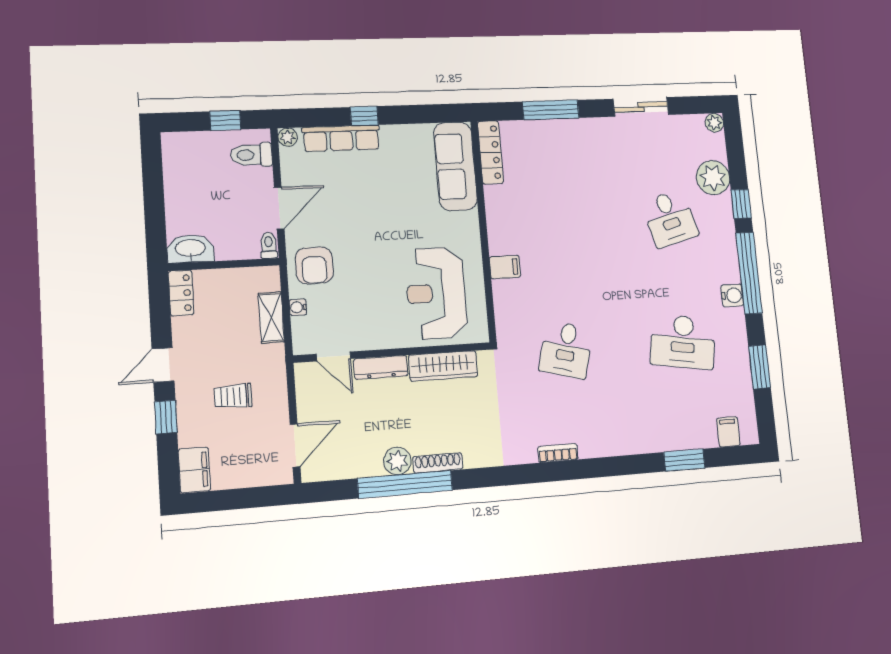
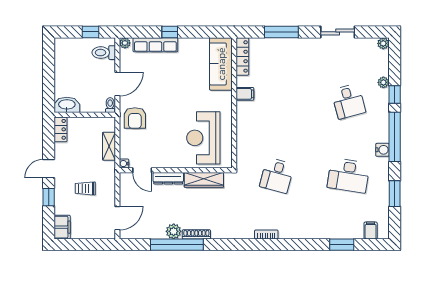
plant: (713, 178) -> (383, 82), width x0.53, depth x0.53
filing cabinet: (505, 267) -> (245, 94), moved
water cooler: (298, 307) -> (124, 164), moved

